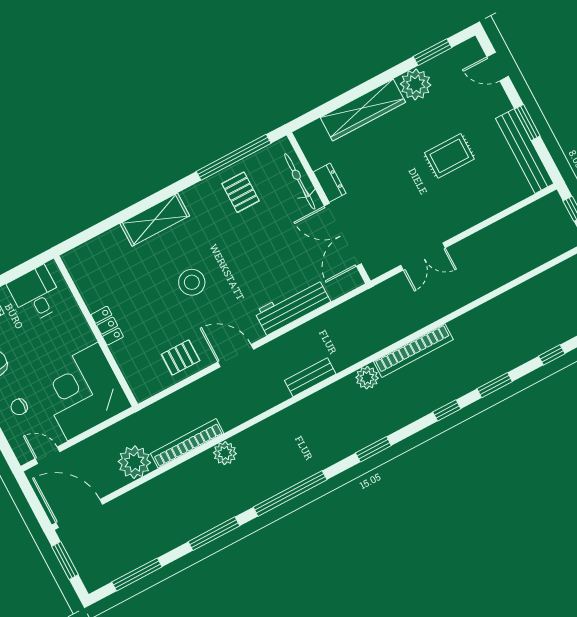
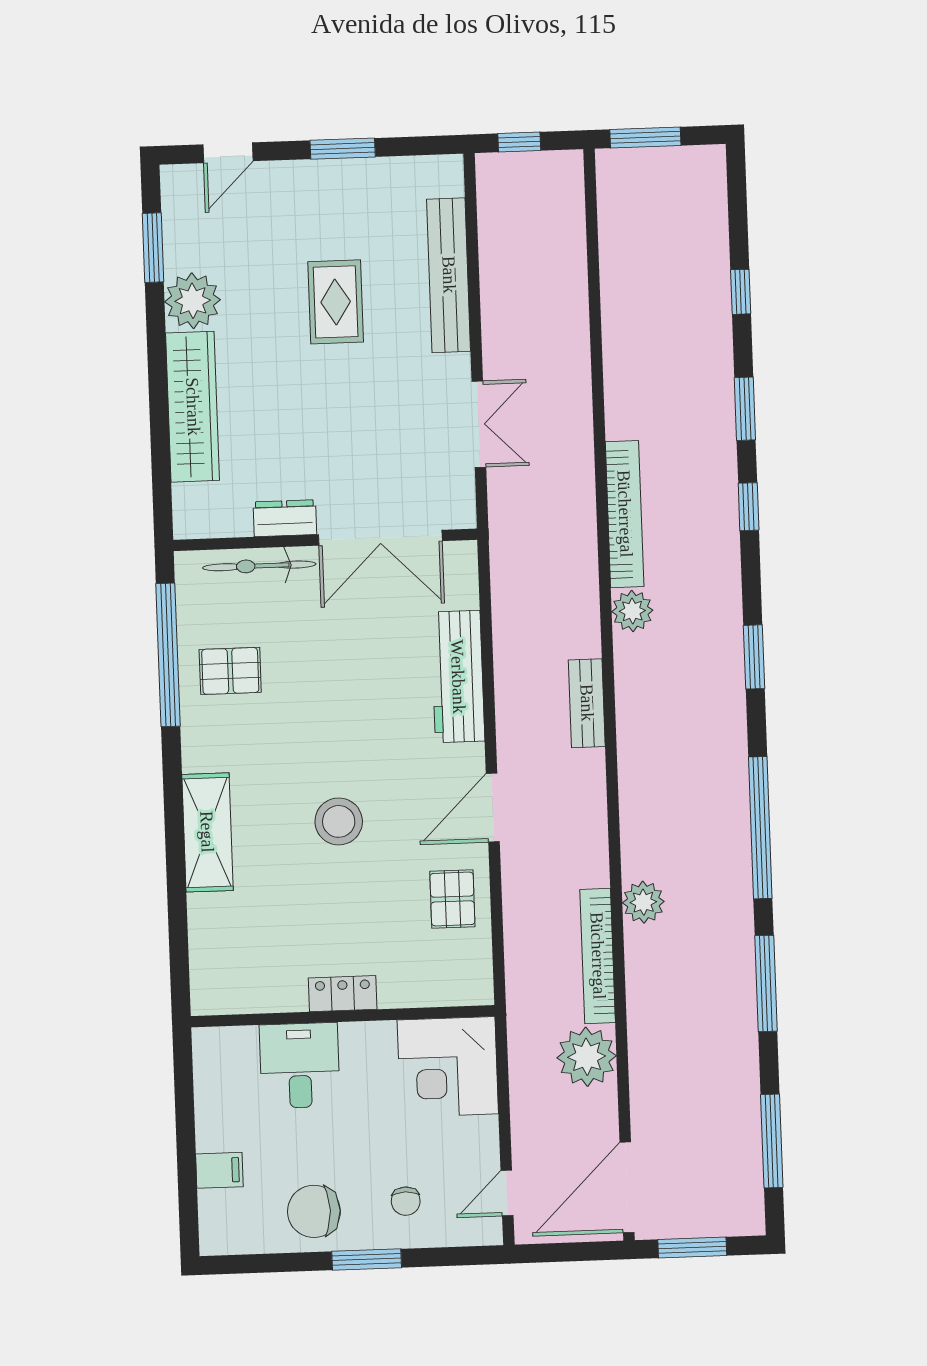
bench: (525, 151) -> (449, 275), moved, turned 90
desk: (36, 294) -> (300, 1066), moved, turned 90
corner desk: (83, 392) -> (448, 1067), width x0.74, depth x0.74

